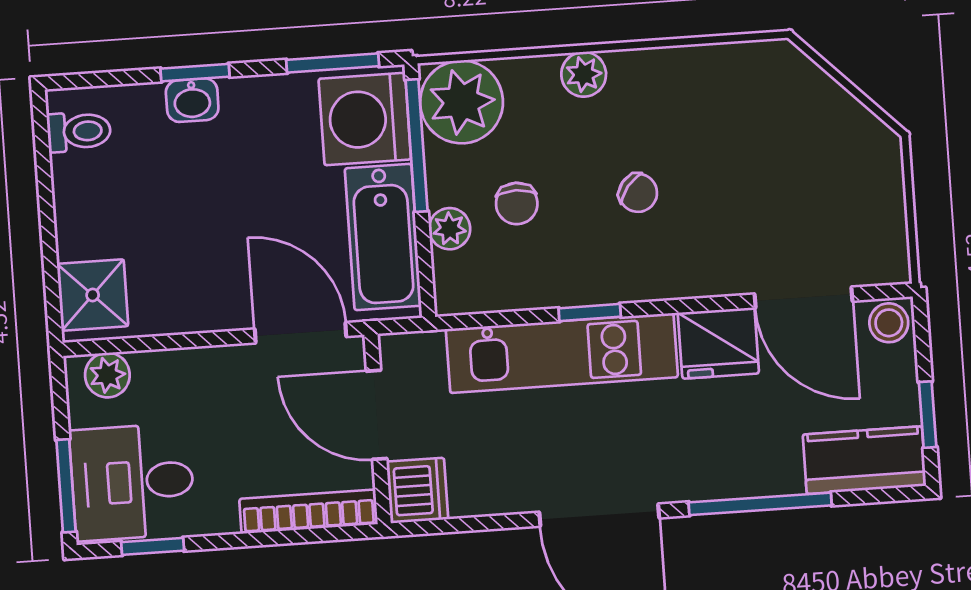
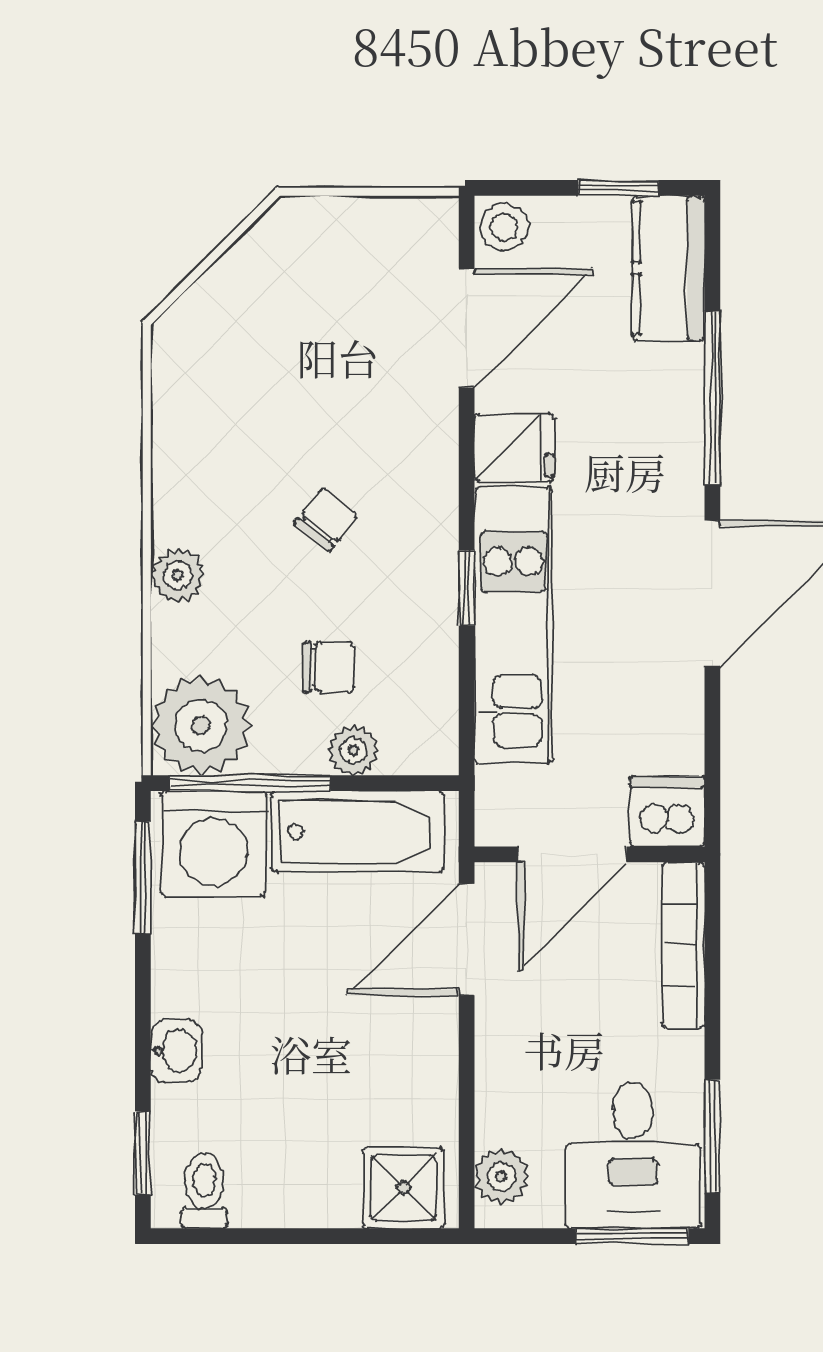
window: (195, 73) -> (143, 1153), moved
fridge: (718, 343) -> (514, 448), width x0.72
window: (153, 546) -> (712, 1136), width x1.50

